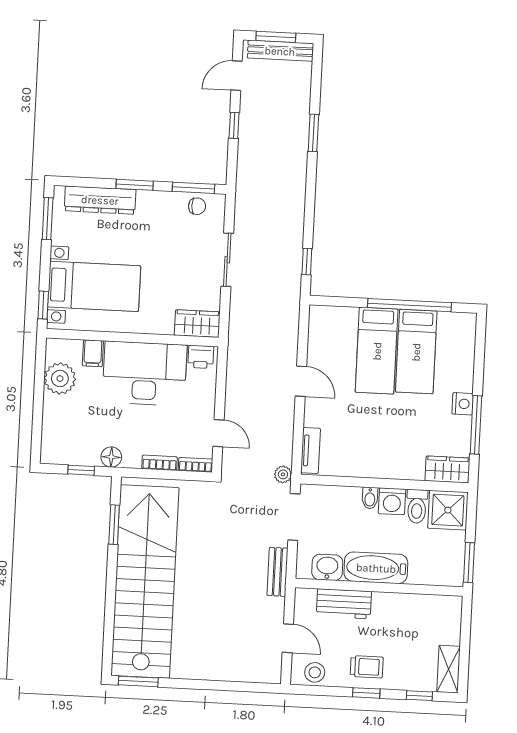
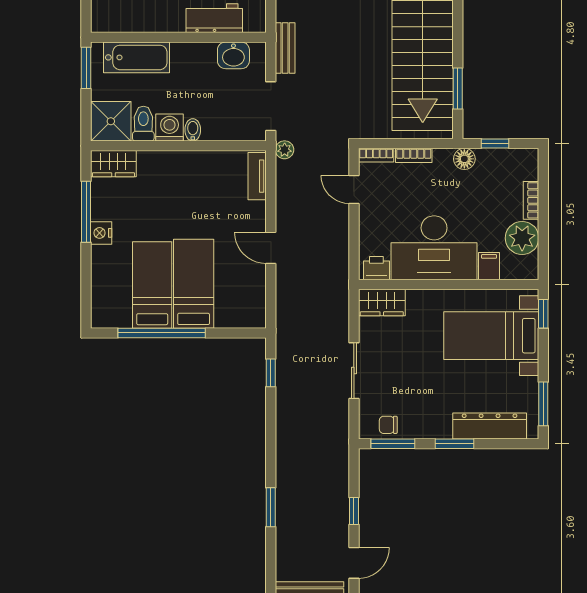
bookcase: (49, 414) -> (531, 200), added
bathtub: (376, 568) -> (137, 57), moved

